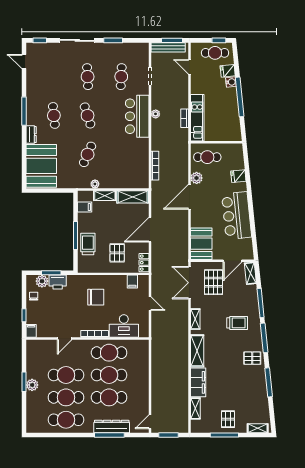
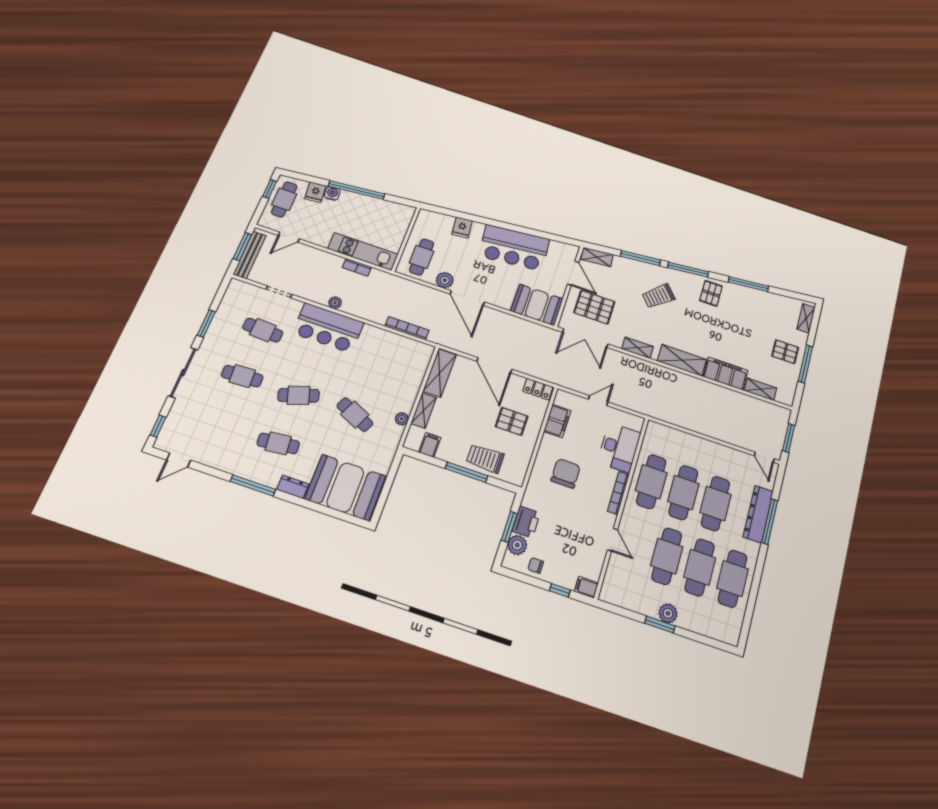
filing cabinet: (132, 282) -> (557, 421), width x2.00
trolley: (237, 323) -> (659, 296), turned -131

